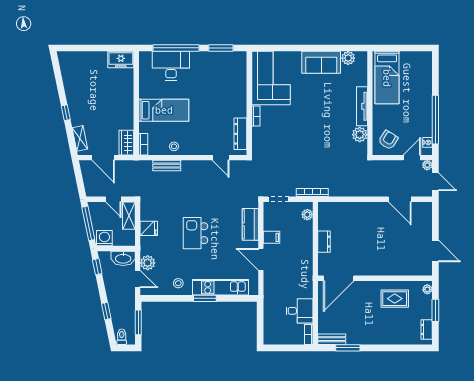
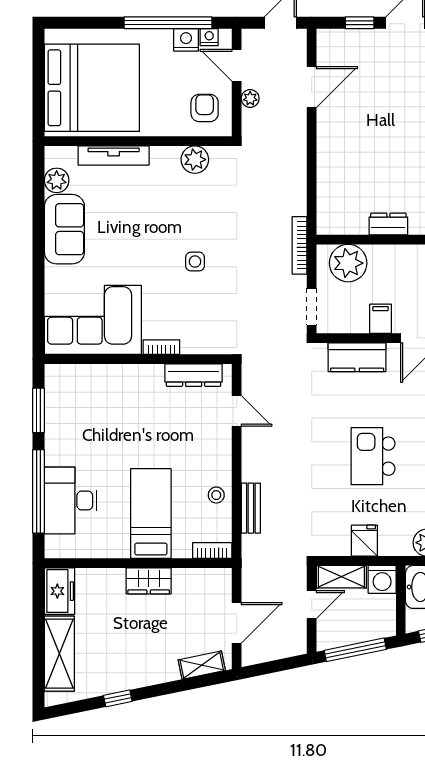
shelving: (86, 60) -> (59, 654), added
bed: (387, 78) -> (92, 88), width x2.04
tv unit: (362, 106) -> (114, 155), moved
window: (66, 113) -> (118, 698), moved
nightstand: (426, 130) -> (186, 40), added
side table: (303, 135) -> (195, 262), added
armchair: (388, 140) -> (205, 108), turned 58
wardrobe: (126, 143) -> (149, 581), moved
door: (221, 158) -> (237, 411), hinge flipped
plant: (427, 165) -> (250, 98), moved
plant: (307, 215) -> (348, 263), width x1.87, depth x1.87
window: (435, 226) -> (360, 23), added
kitchen island: (196, 233) -> (373, 456), turned 90
washing machine: (104, 238) -> (382, 579), moved, turned -90

